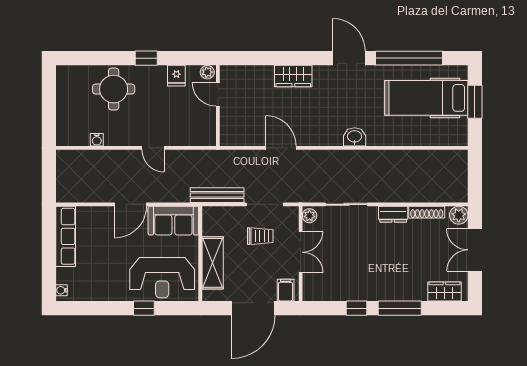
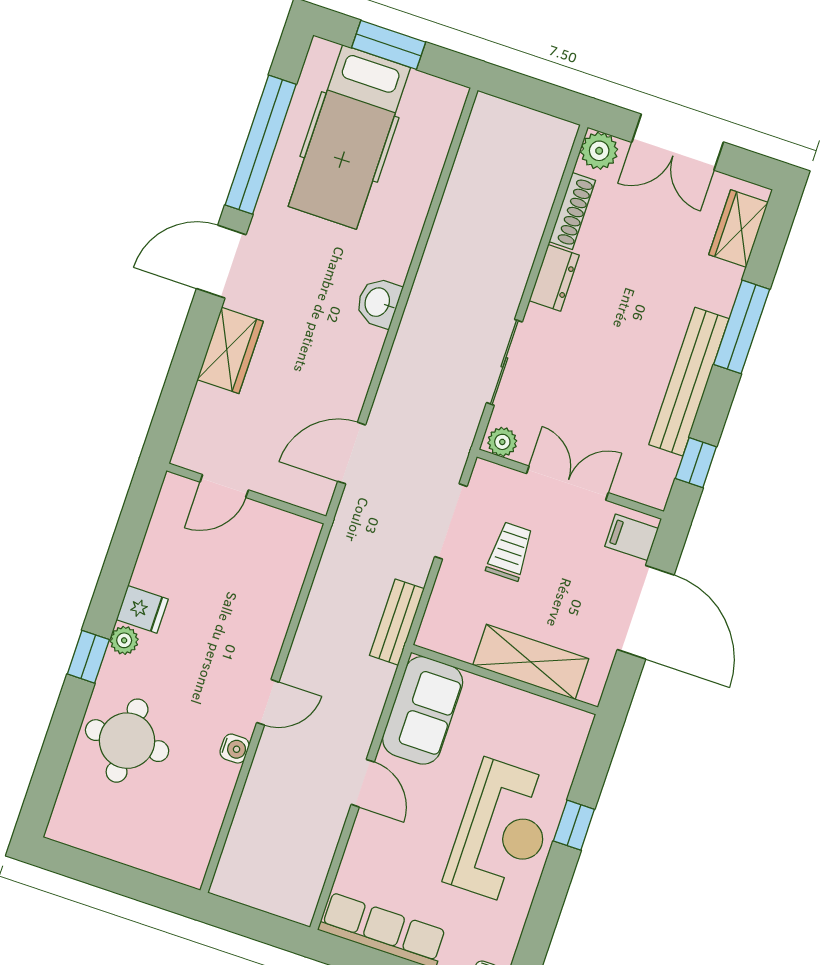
plant: (207, 72) -> (124, 640), moved
wardrobe: (293, 76) -> (230, 350), moved
door: (218, 94) -> (224, 486), moved
wall: (218, 106) -> (246, 493), moved
water cooler: (97, 140) -> (235, 749), moved
bench: (217, 195) -> (397, 622), width x0.73
door: (131, 204) -> (363, 783), width x0.73
reception desk: (162, 278) -> (502, 832), moved
bench: (366, 292) -> (689, 382), added
window: (357, 308) -> (696, 463), moved

